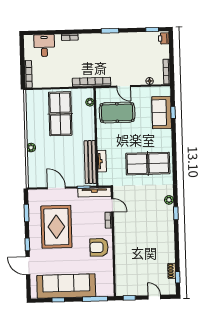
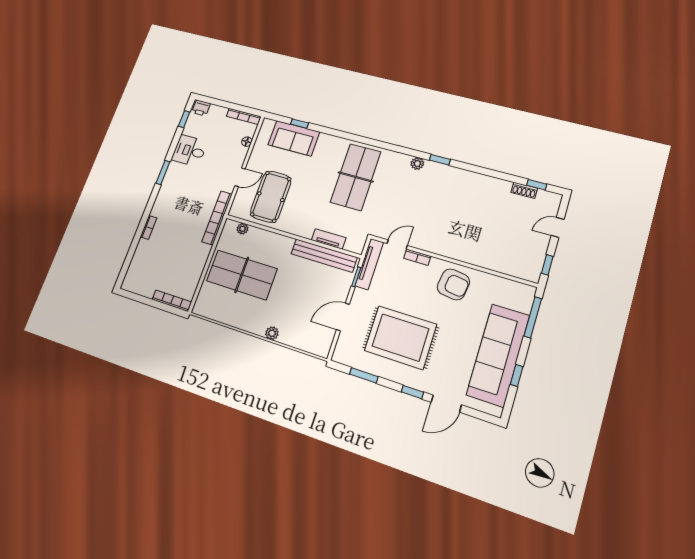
desk: (44, 46) -> (189, 151), moved
armchair: (99, 247) -> (453, 284), turned -82

